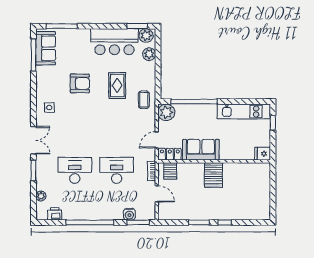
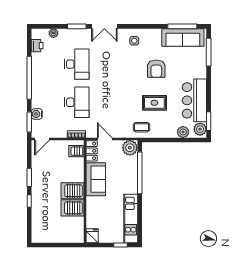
sofa: (46, 48) -> (183, 37), width x1.36
server rack: (232, 175) -> (72, 208), added
door: (157, 194) -> (42, 139), moved

